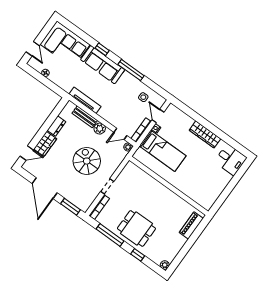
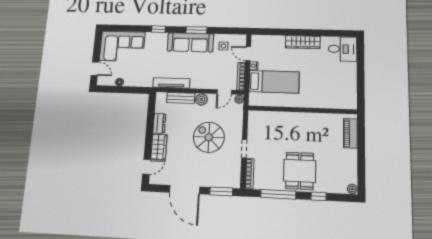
sofa: (103, 65) -> (190, 42), moved
window: (131, 70) -> (196, 30), width x0.69
dining table: (136, 228) -> (300, 171), turned 90

